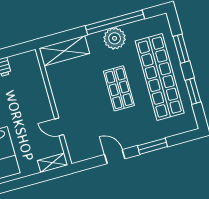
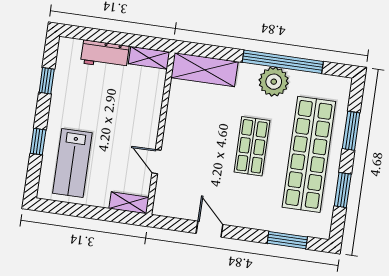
shelving: (23, 59) -> (149, 58), added
window: (153, 146) -> (287, 240), moved

